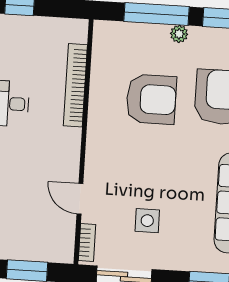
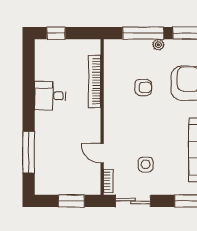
armchair: (151, 99) -> (143, 87), width x0.53, depth x0.53

